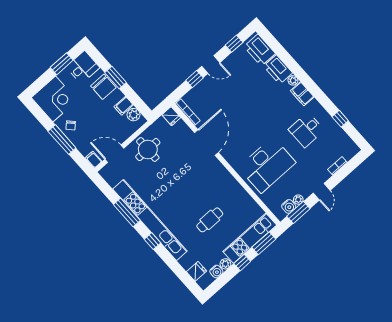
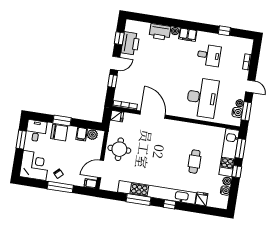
printer: (260, 50) -> (130, 43), moved, turned -90
desk: (306, 130) -> (209, 55), turned -90
fridge: (197, 271) -> (202, 199), moved

